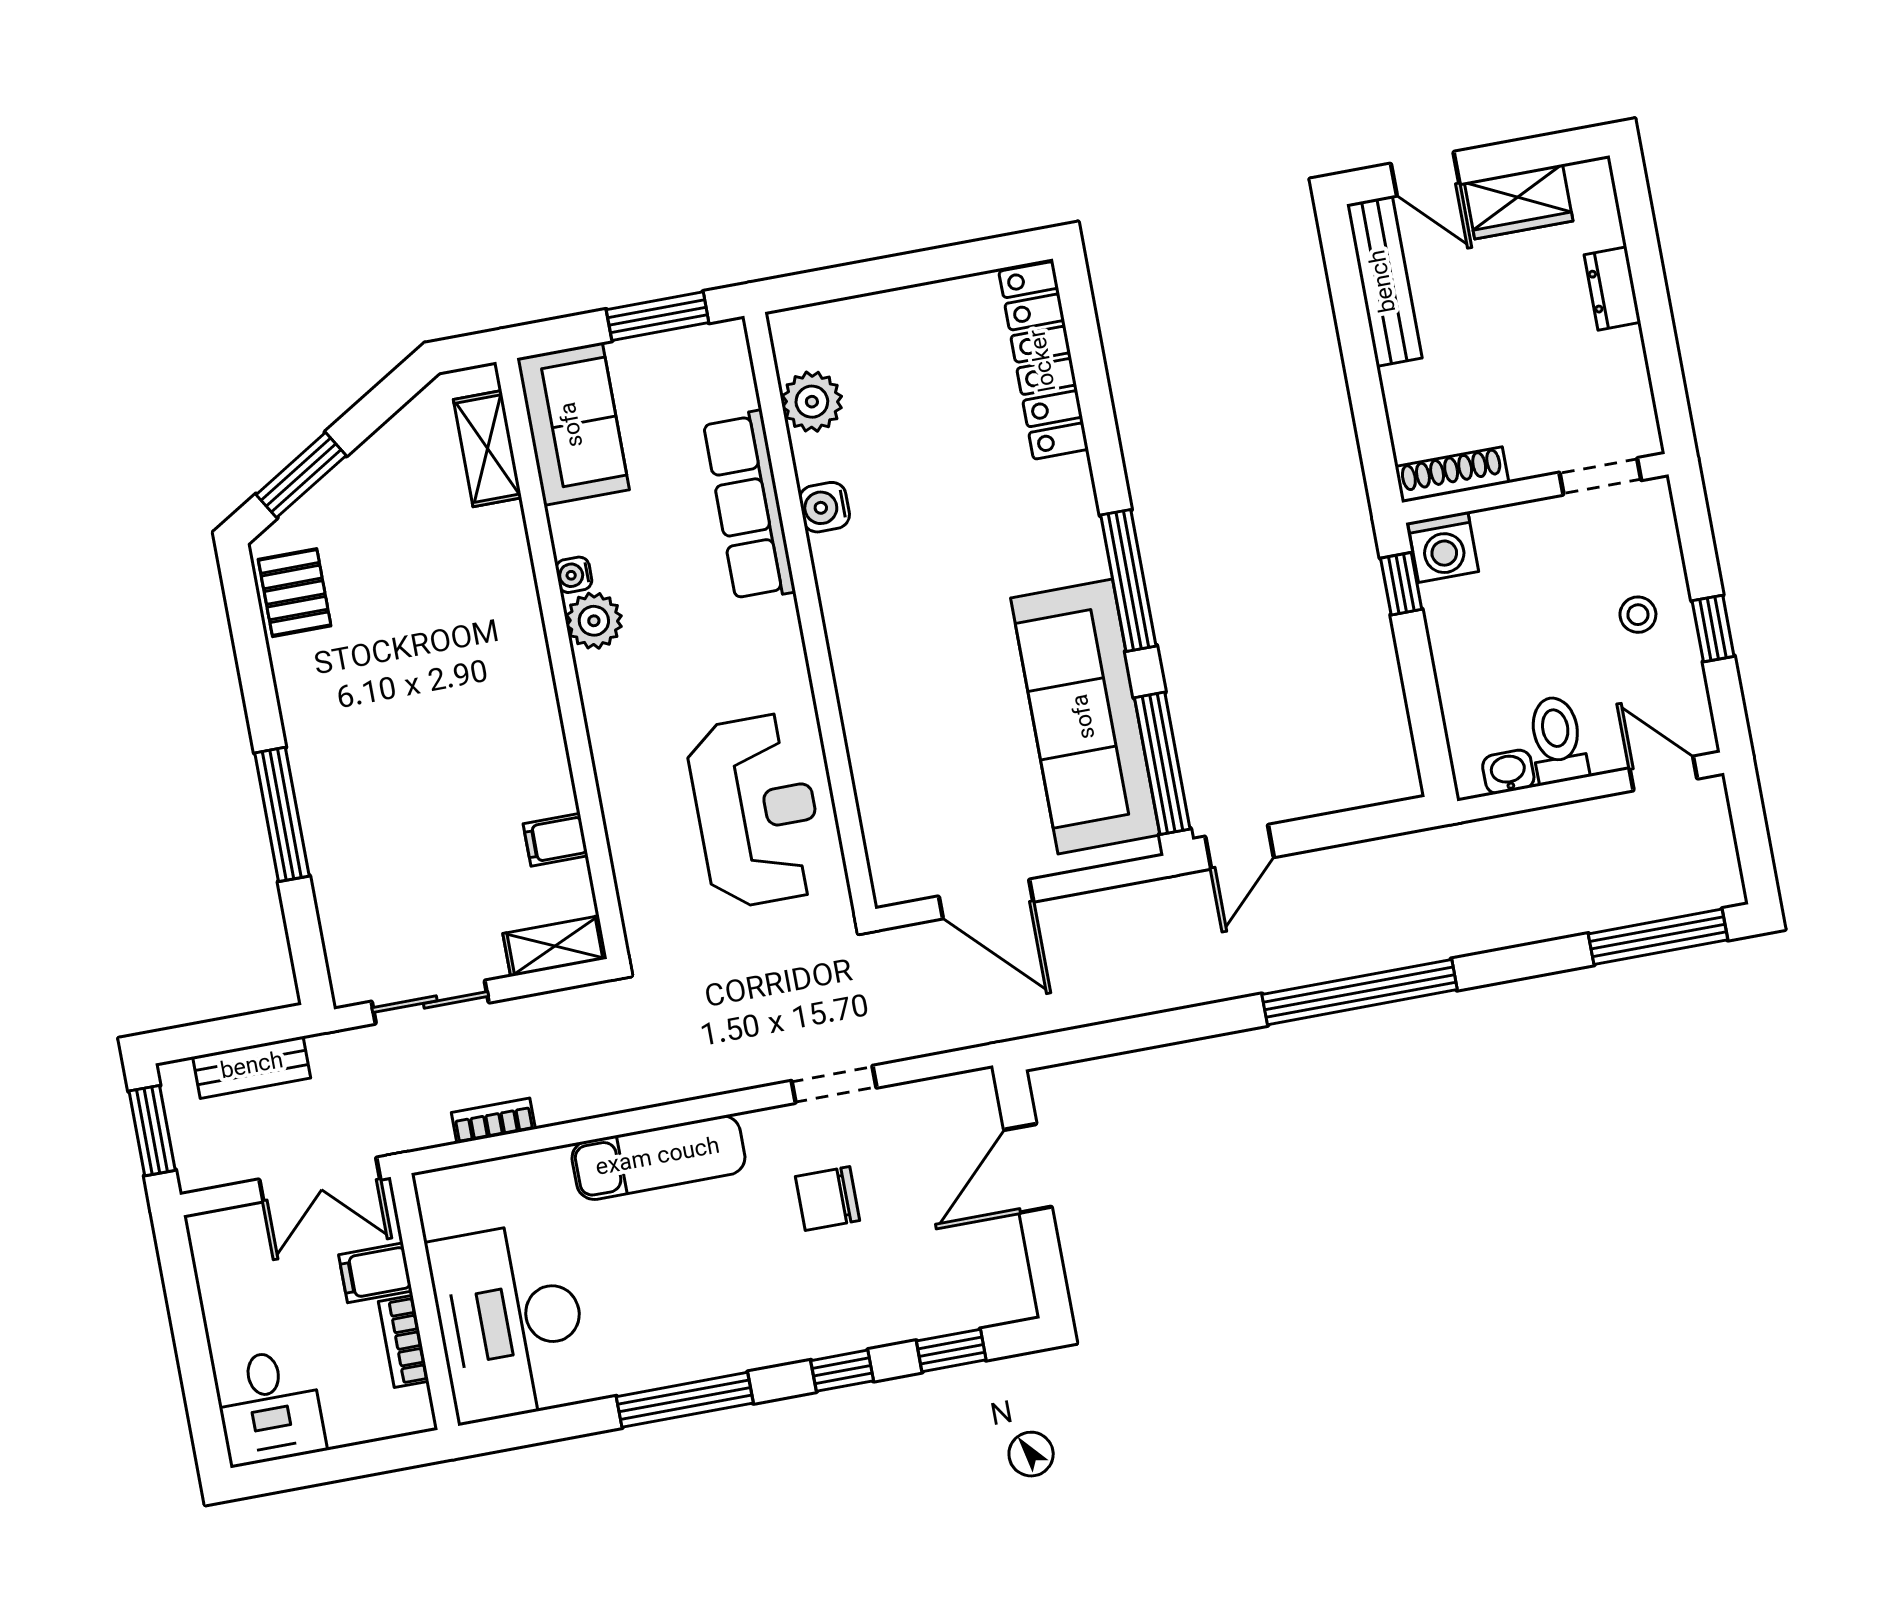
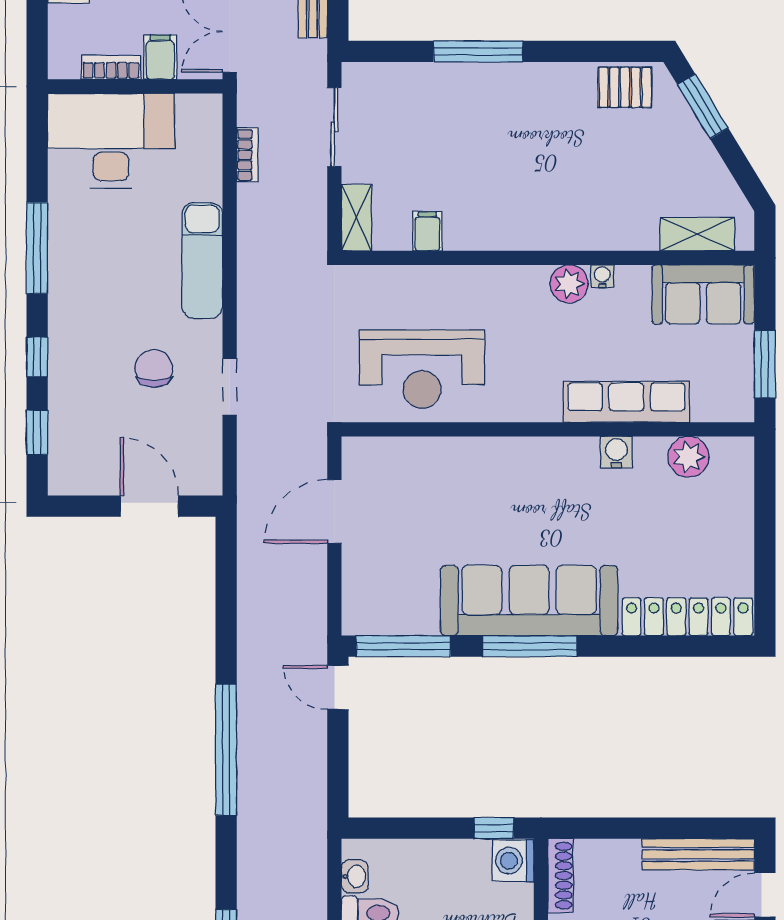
sofa: (1085, 716) -> (529, 601), moved

